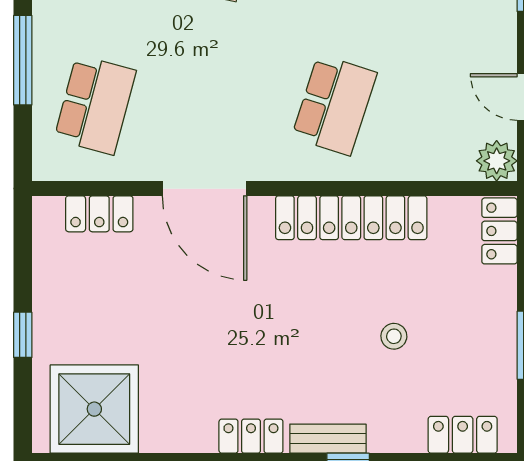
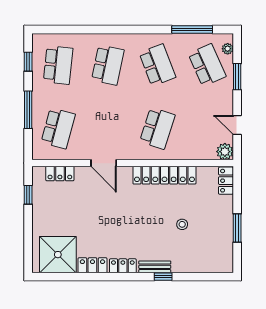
door: (205, 189) -> (104, 163), width x0.73
window: (23, 335) -> (28, 195), moved
locker: (463, 435) -> (92, 265), moved

